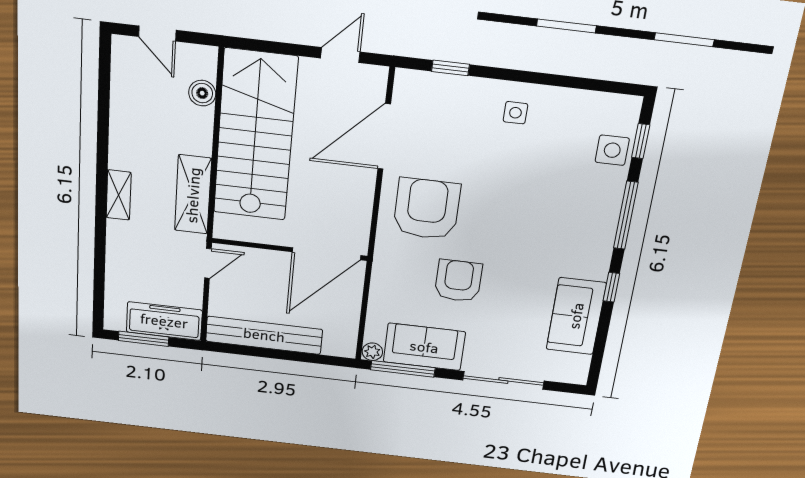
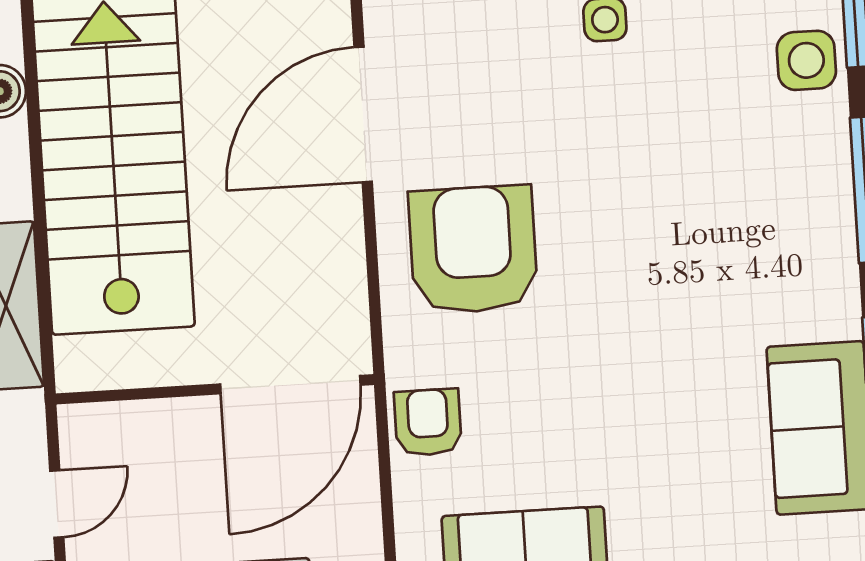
door: (208, 263) -> (57, 504), moved
armchair: (458, 281) -> (428, 422), moved, width x0.72, depth x0.72

